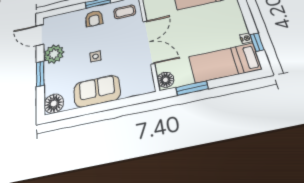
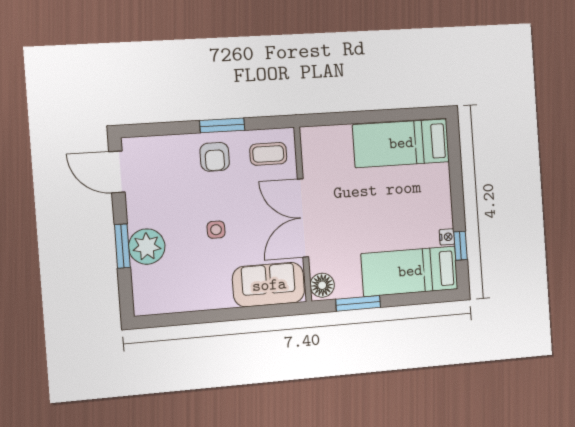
double door: (149, 42) -> (303, 218), swing flipped
plant: (54, 54) -> (147, 247), moved
sofa: (97, 91) -> (269, 285), moved
floor lamp: (54, 104) -> (148, 300), removed

